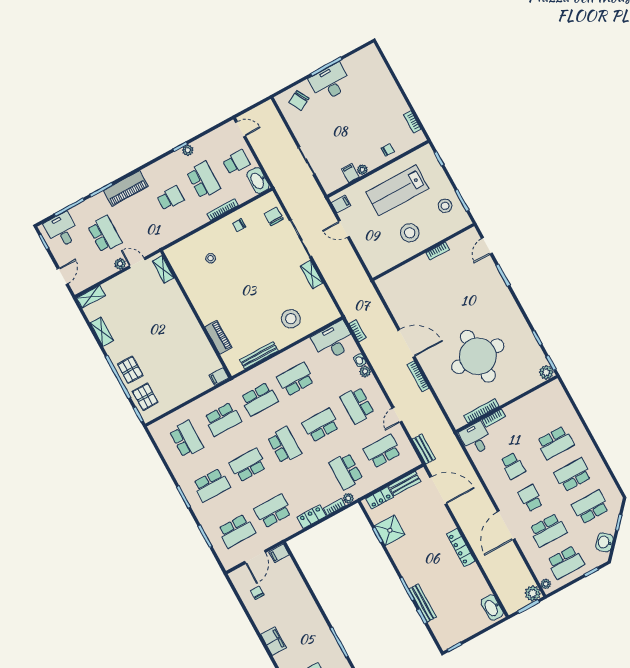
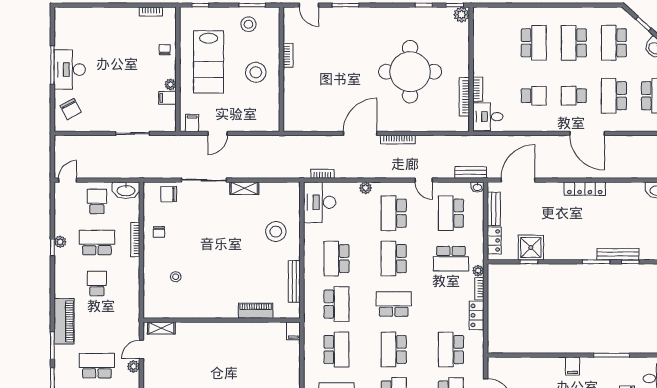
washbasin: (360, 360) -> (477, 187), moved
school desk: (357, 405) -> (394, 213), turned 90
school desk: (548, 530) -> (614, 96), turned 180
filing cabinet: (279, 553) -> (573, 366), moved

